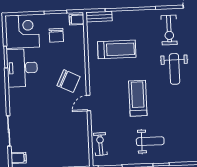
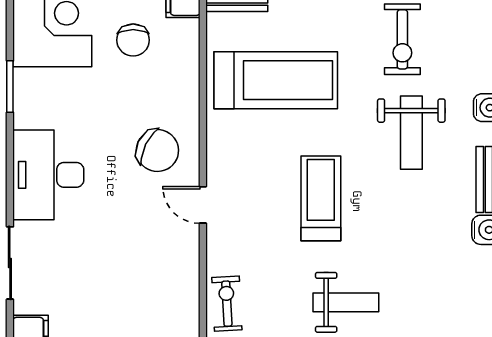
treadmill: (117, 49) -> (276, 80), width x1.37, depth x1.38
desk: (22, 68) -> (48, 175), moved
door: (89, 103) -> (203, 205), hinge flipped

